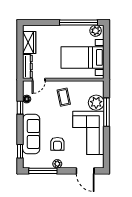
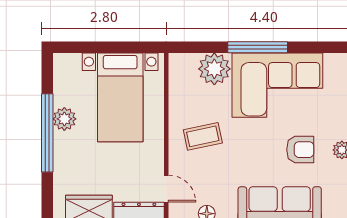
window: (79, 22) -> (47, 133), moved
plant: (96, 31) -> (64, 119), moved
window: (107, 112) -> (258, 47), moved

